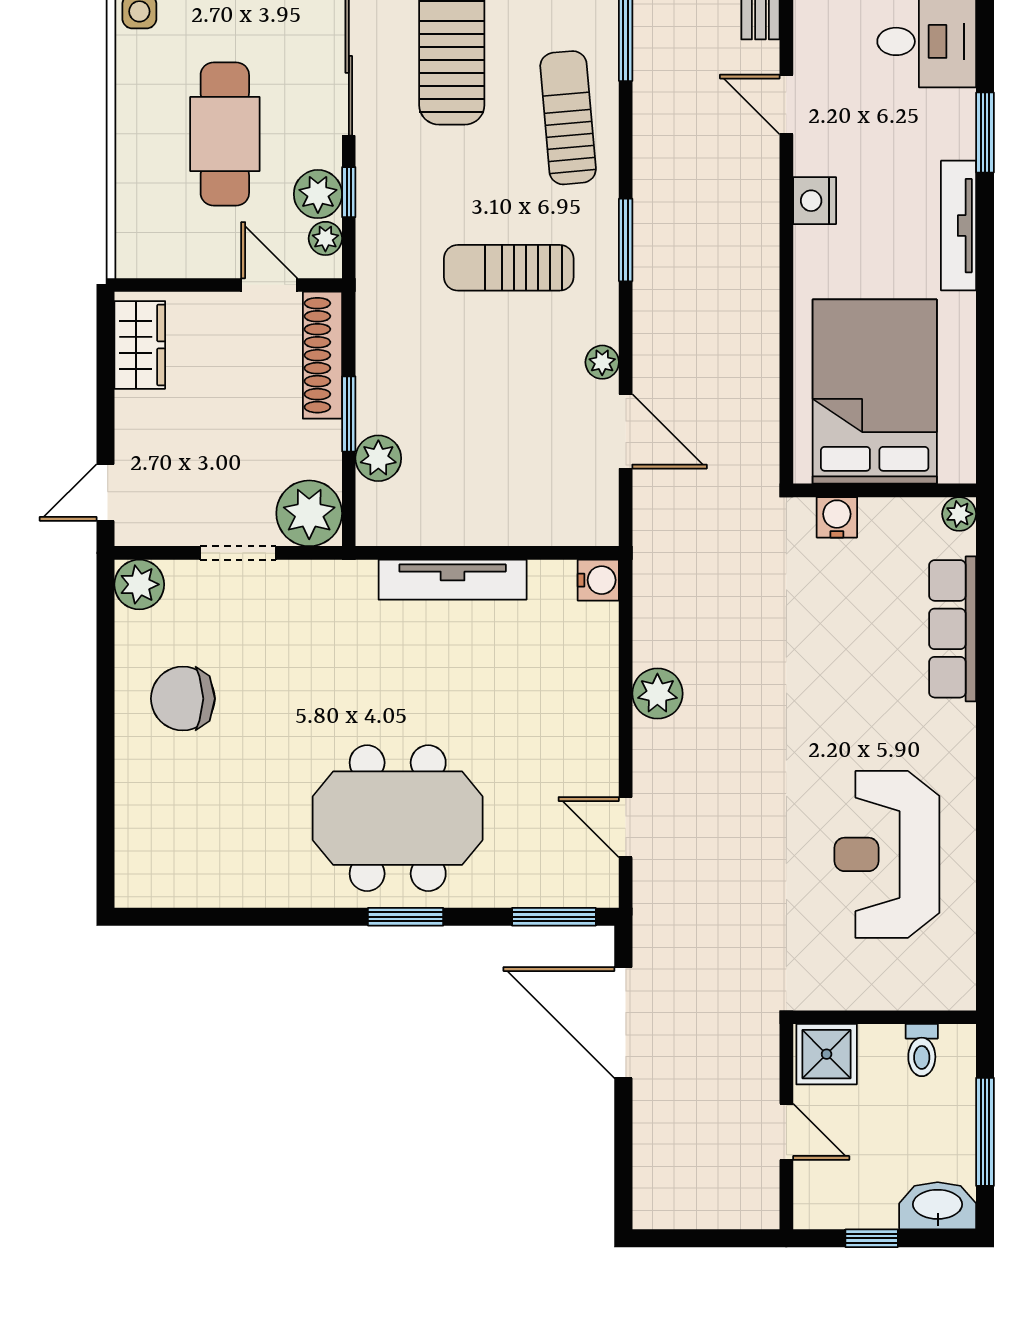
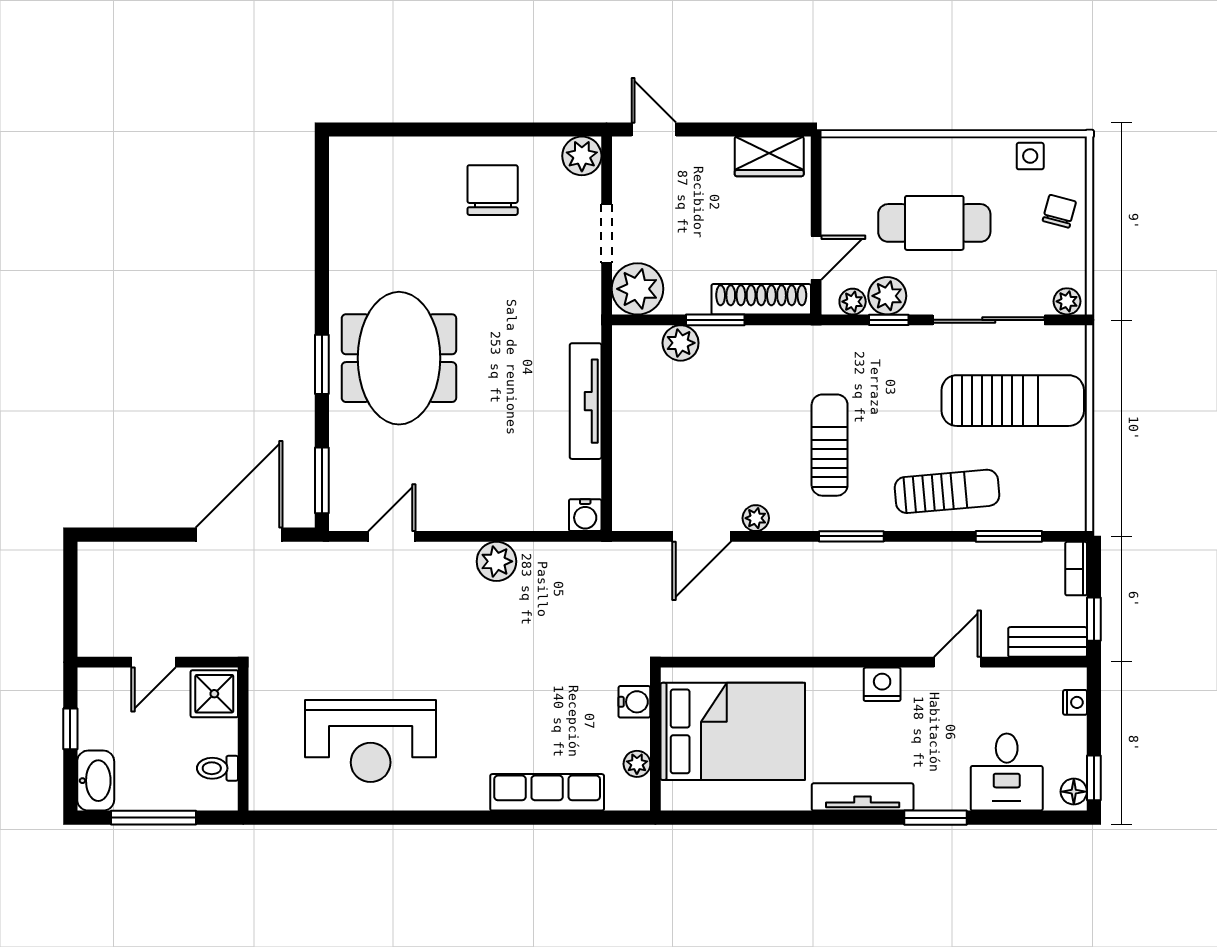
plant: (959, 514) -> (637, 764), moved
reception desk: (887, 854) -> (371, 741), turned 180

